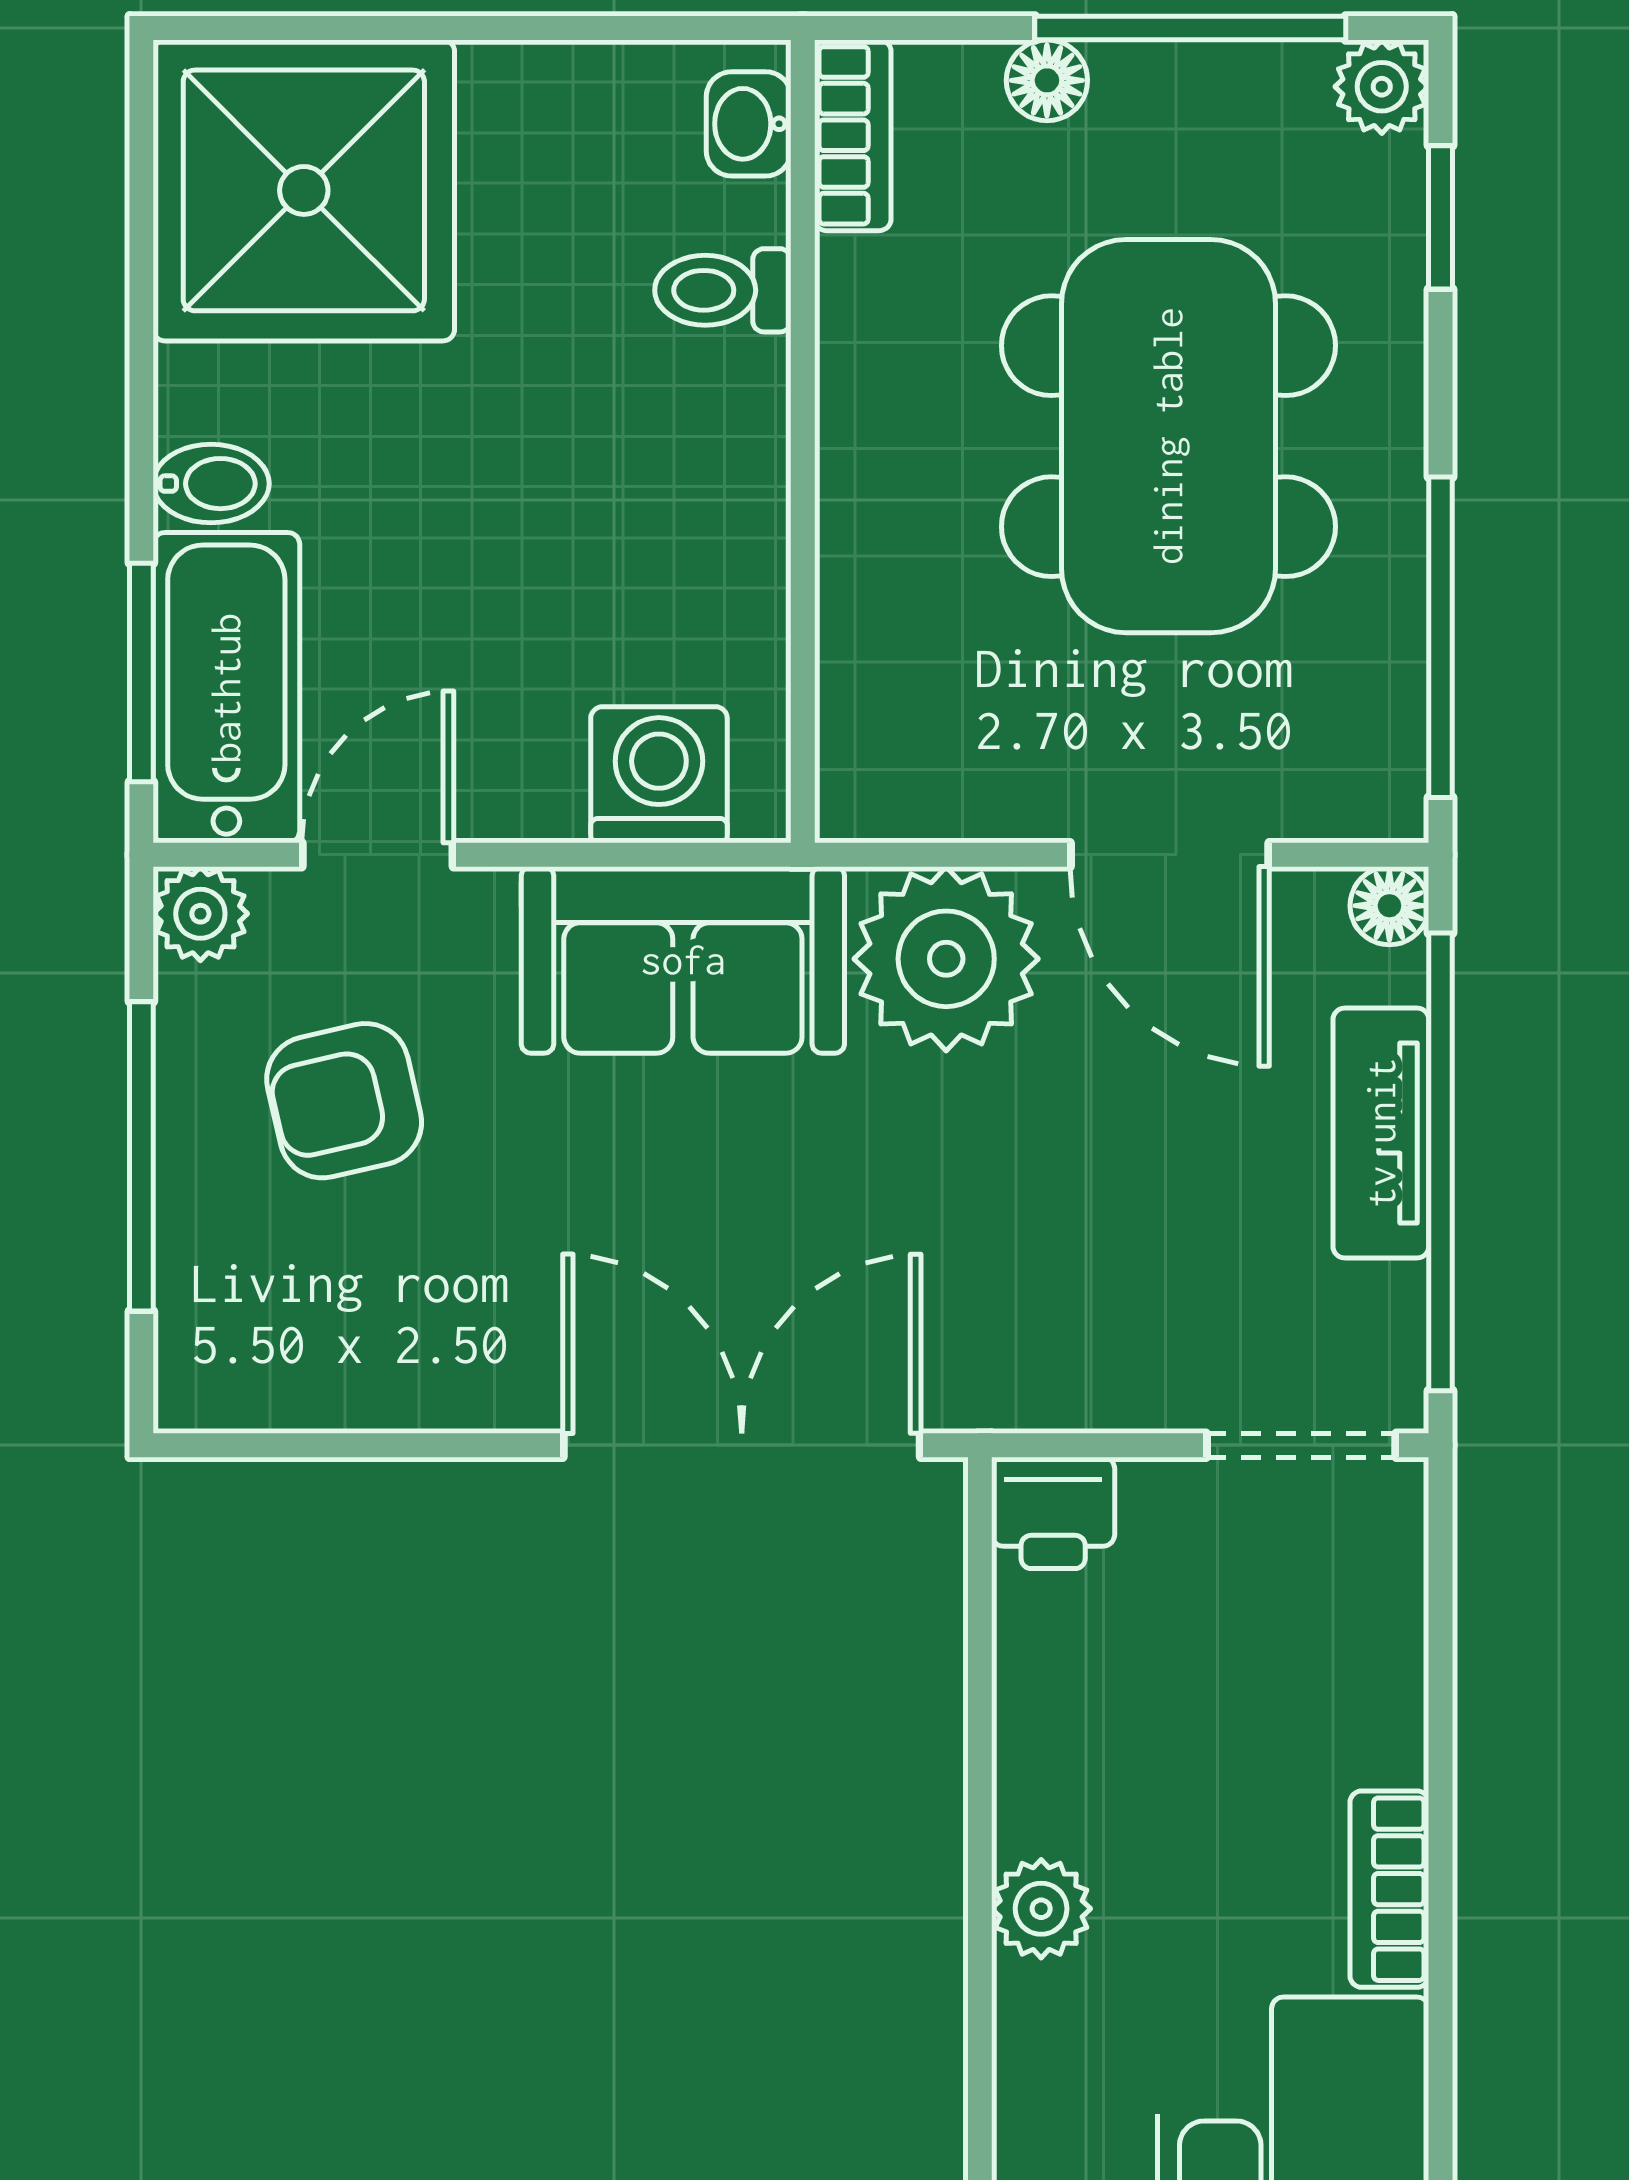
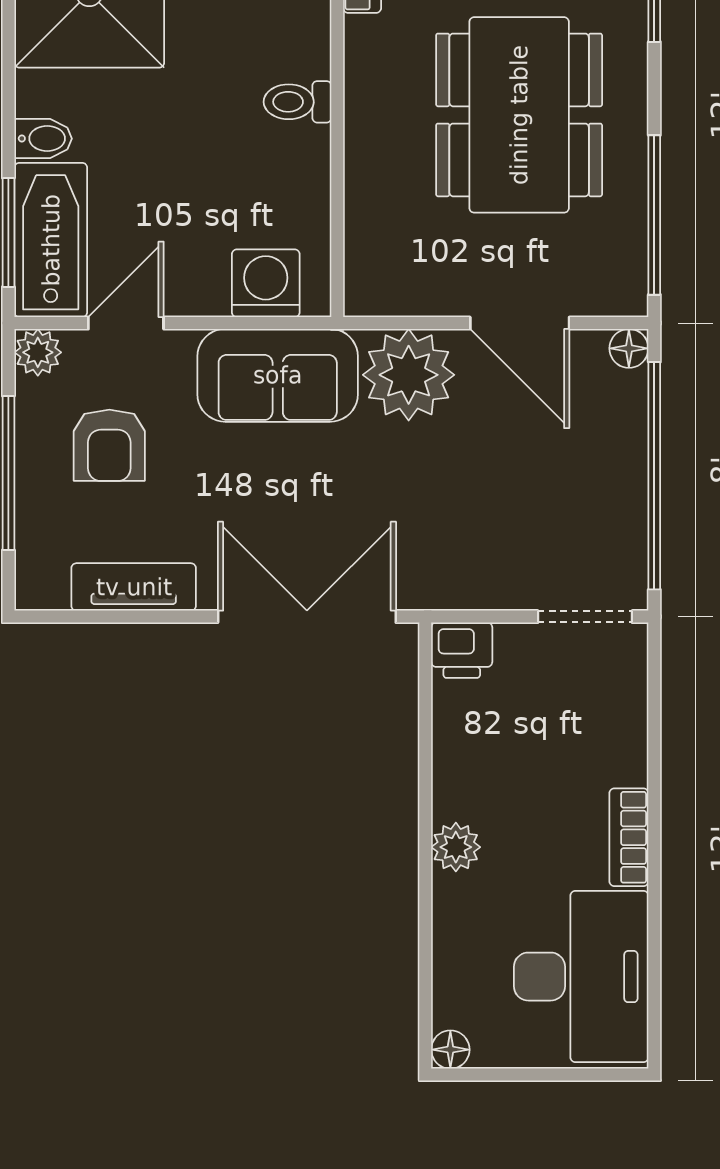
toilet: (723, 290) -> (298, 102), moved
armchair: (344, 1101) -> (109, 445), turned -77
tv unit: (1381, 1133) -> (134, 587), moved, turned 90

